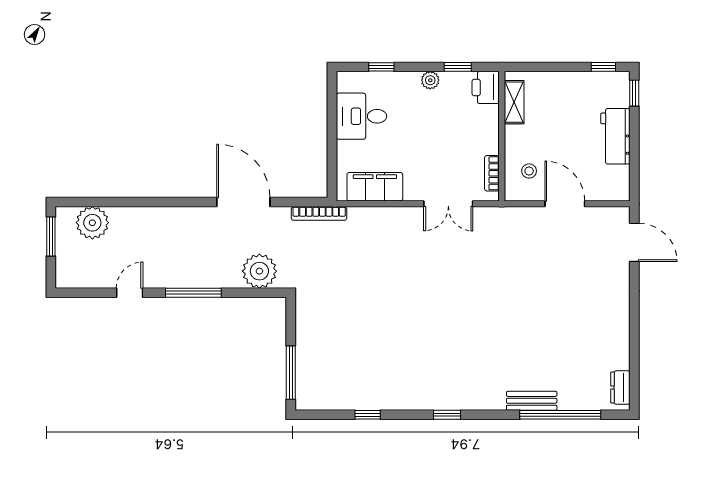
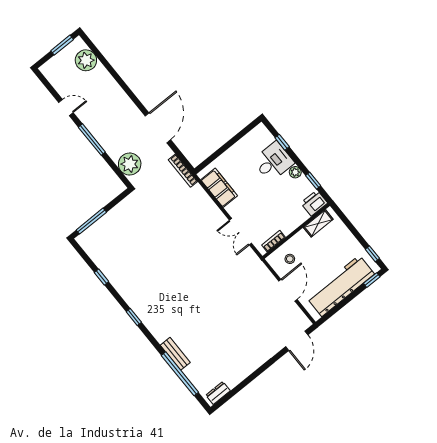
desk: (361, 116) -> (273, 162), moved, turned 90
workbench: (615, 136) -> (341, 286), width x1.87, depth x1.32

